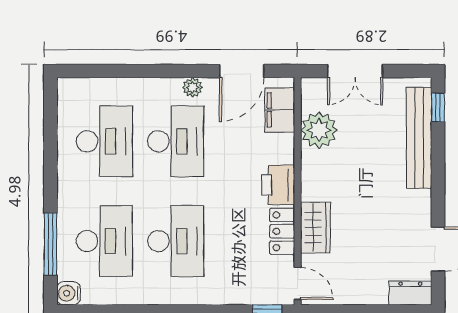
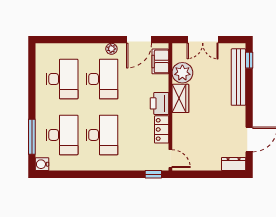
wardrobe: (315, 227) -> (180, 98), moved

